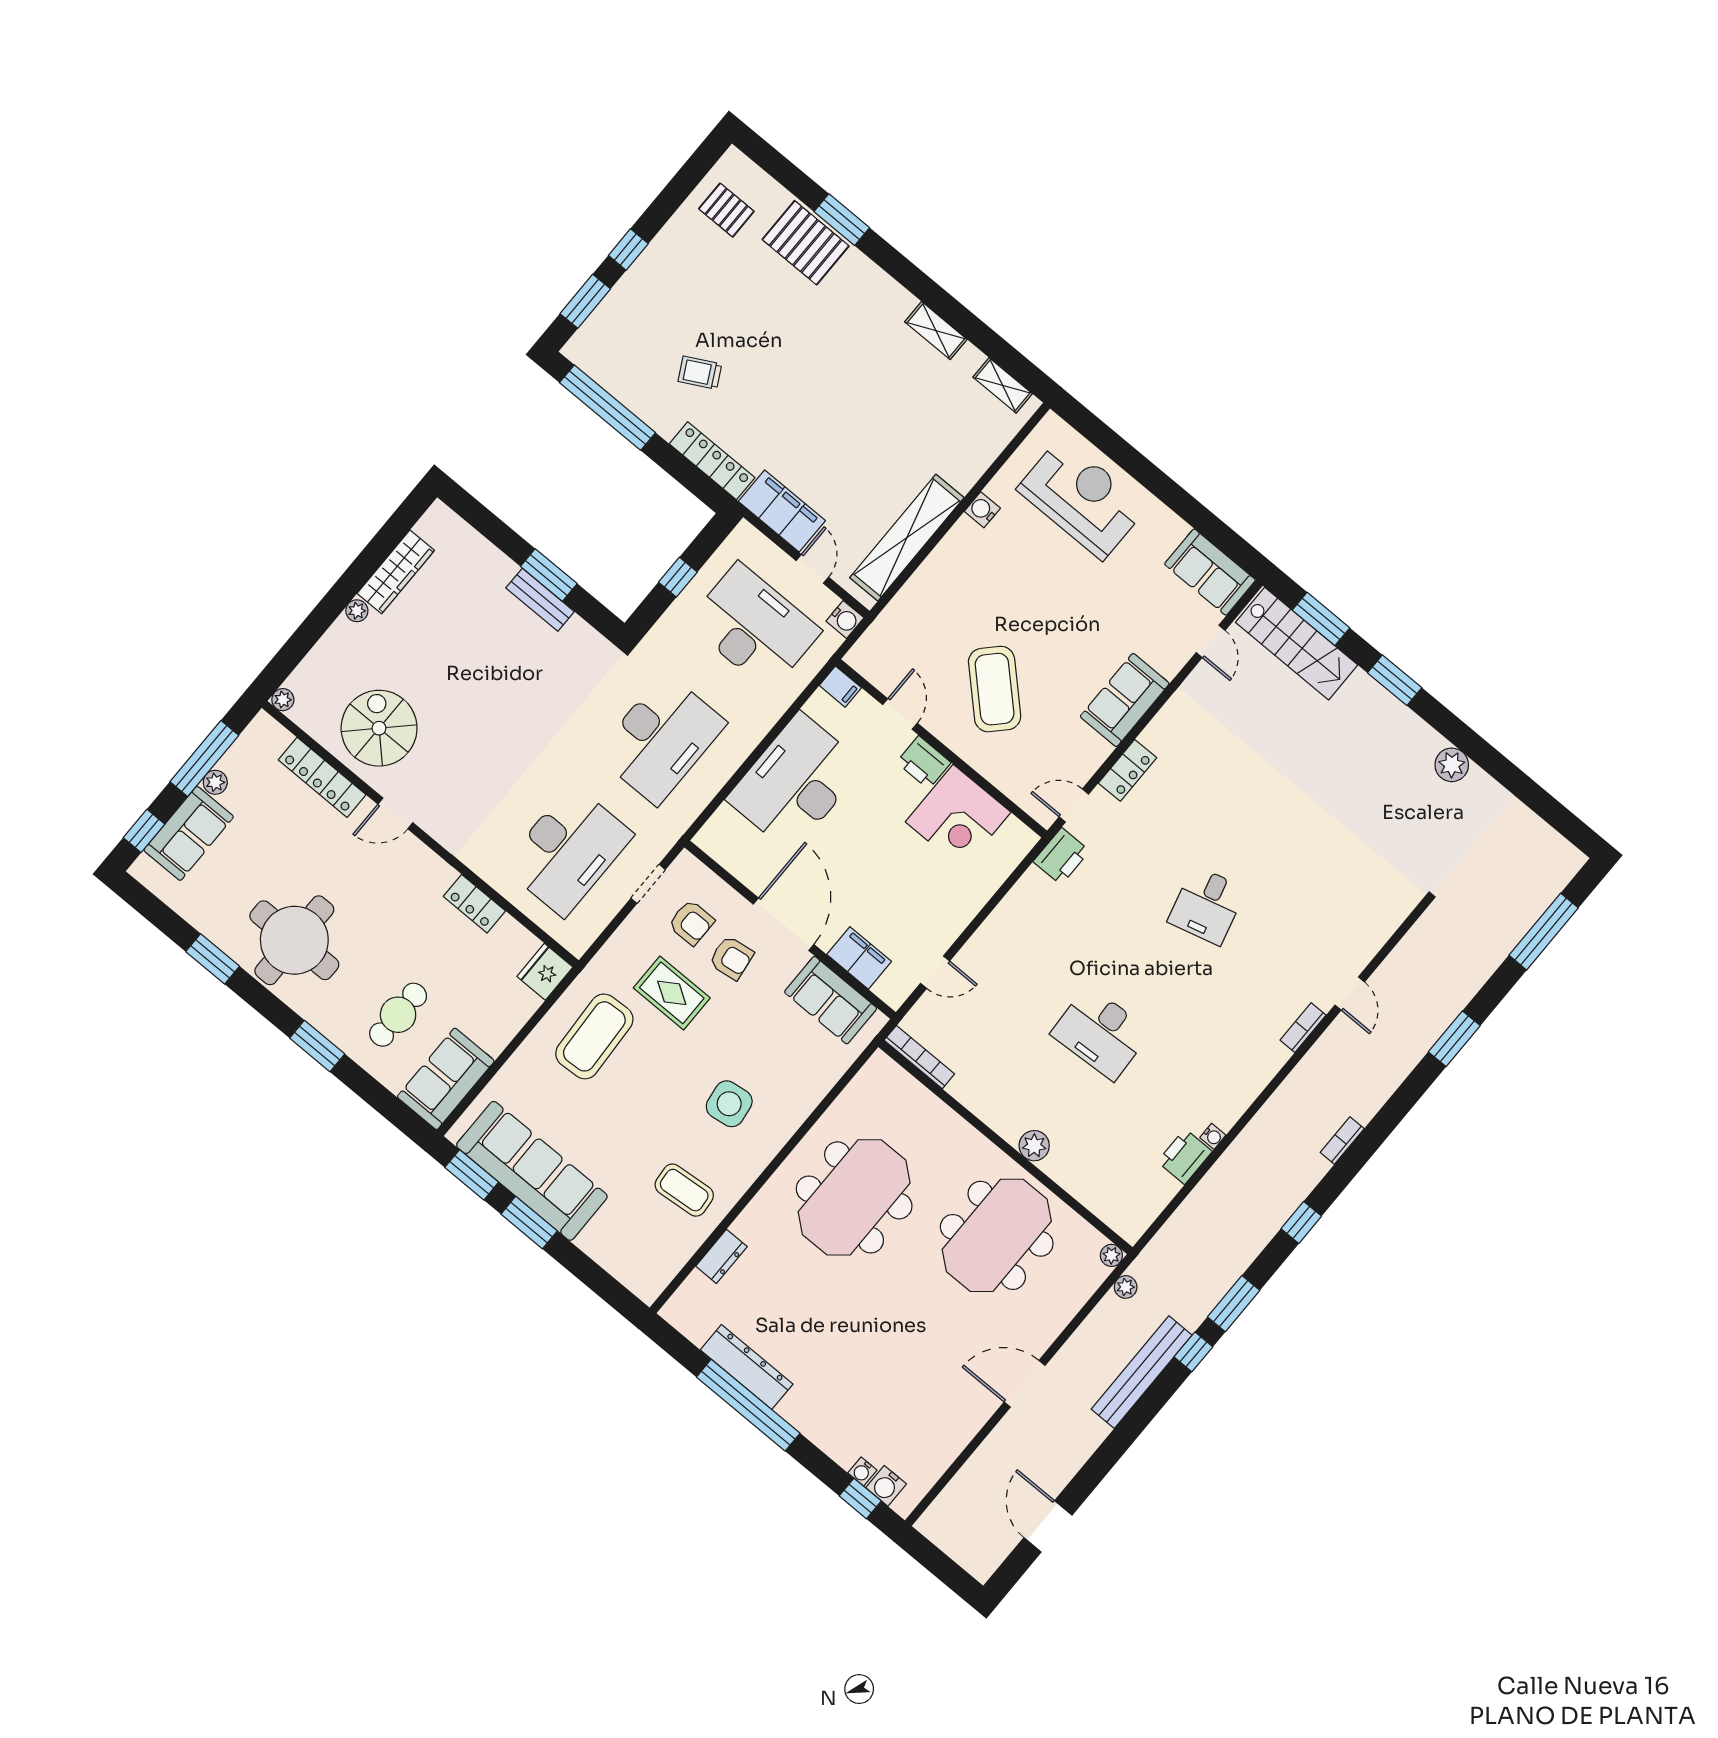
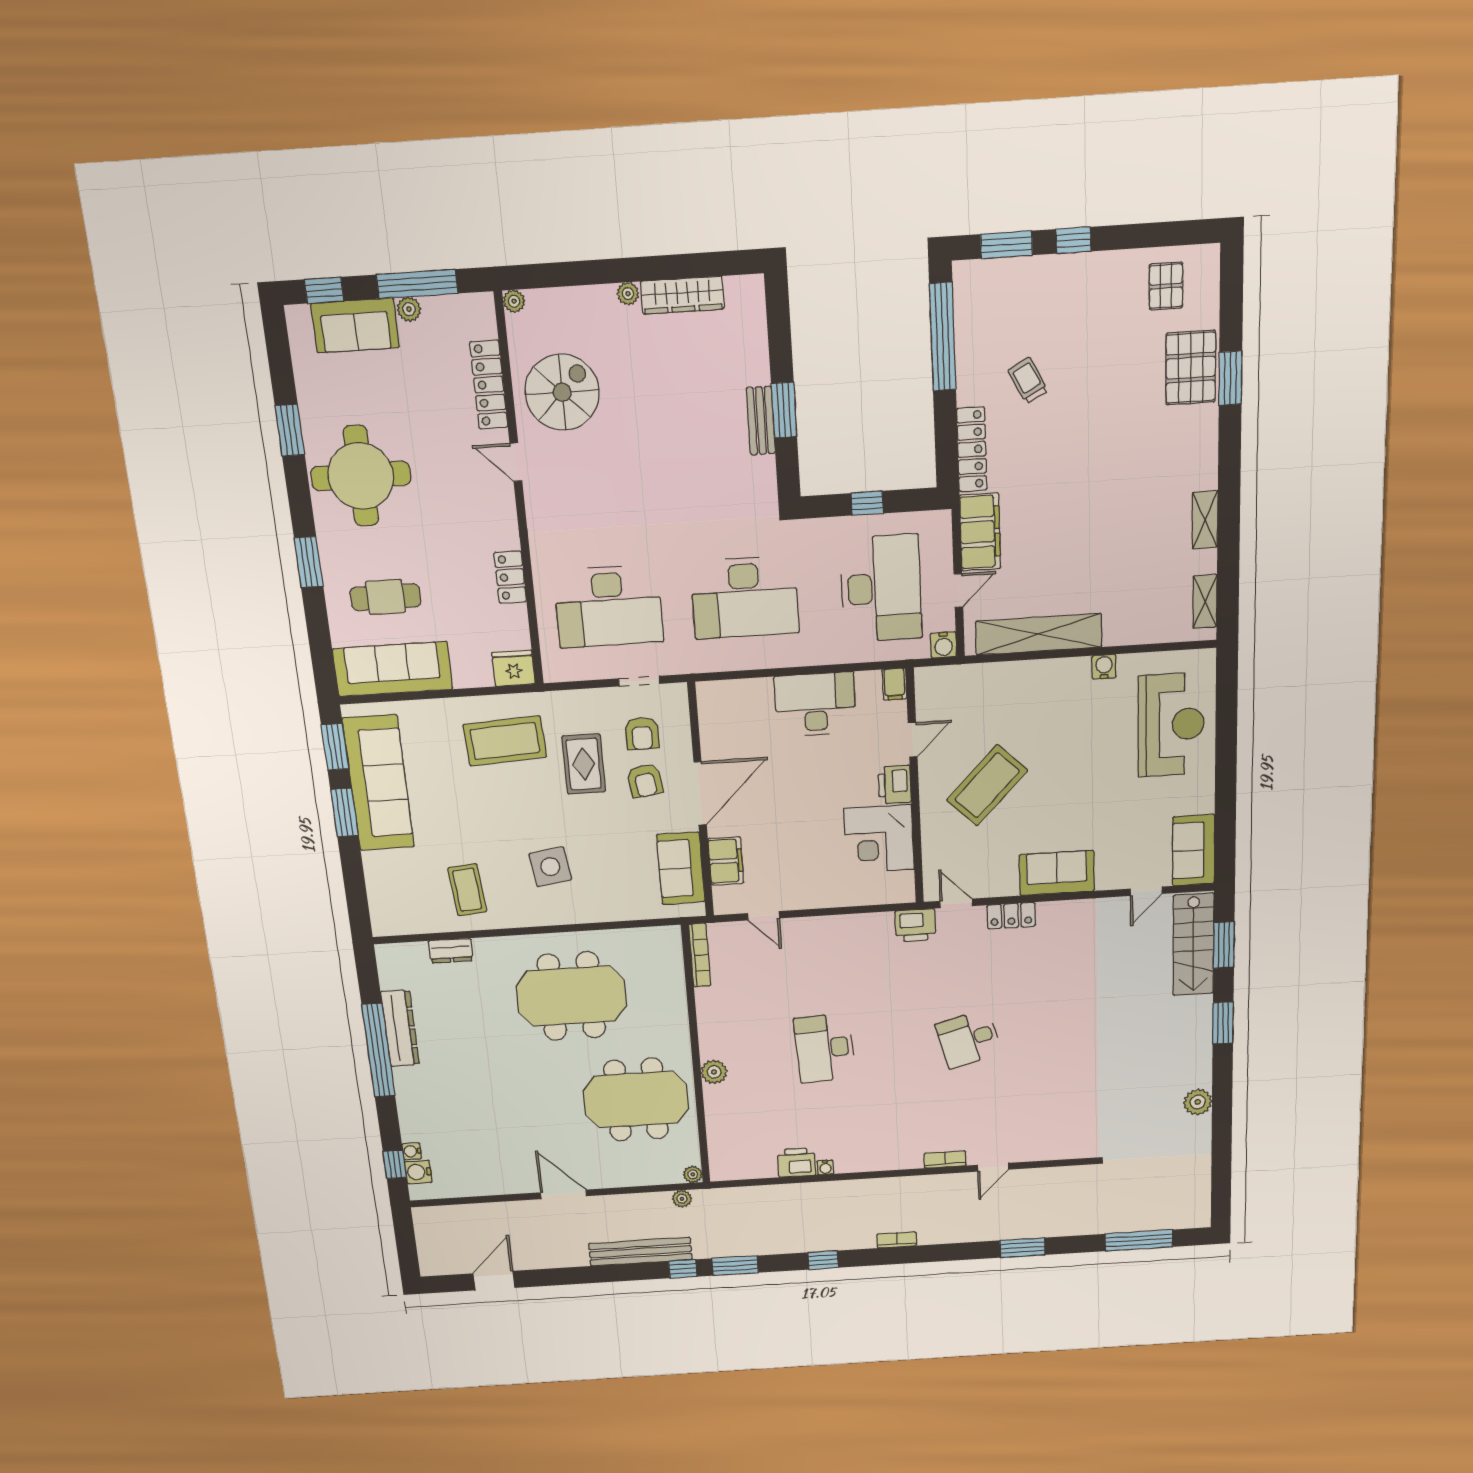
desk: (796, 782) -> (815, 704), width x0.73, depth x0.77
sofa: (446, 1079) -> (393, 669), width x1.36

